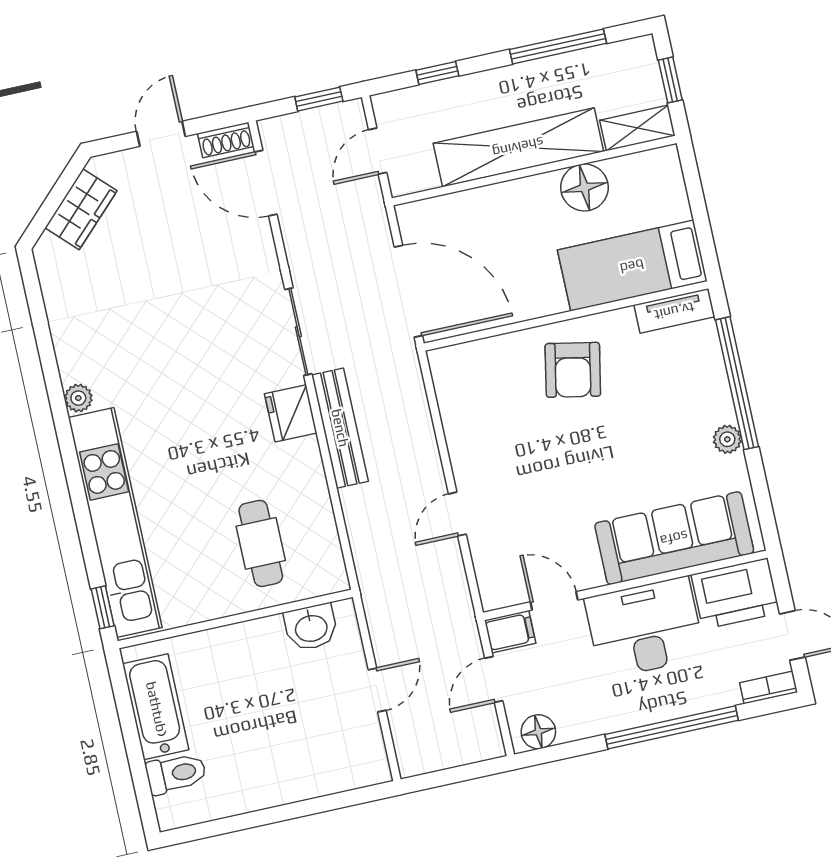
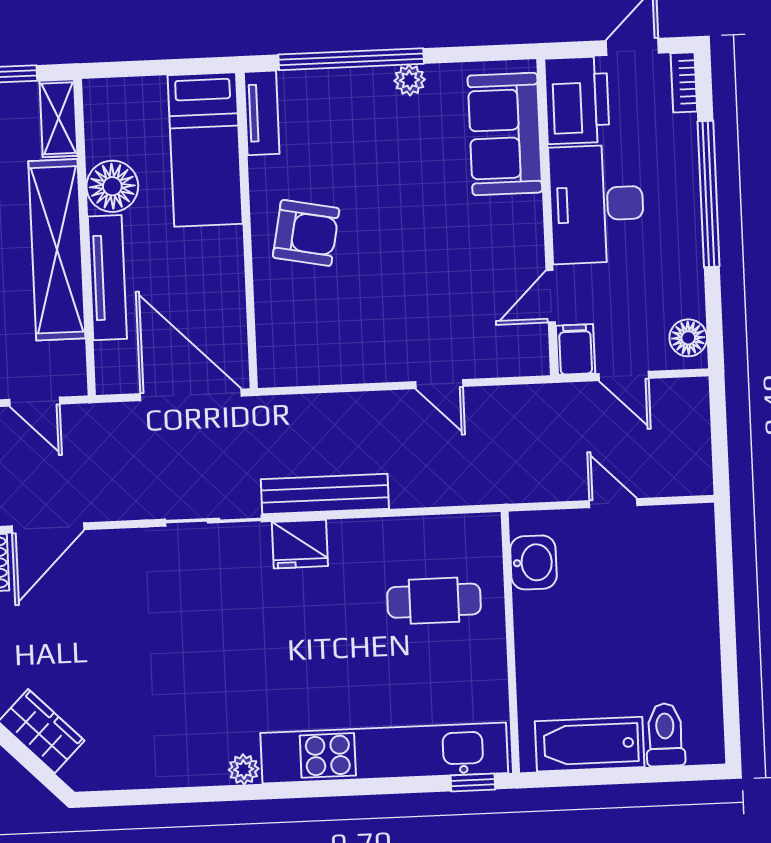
tv unit: (501, 197) -> (107, 278), added
door: (408, 291) -> (191, 395), hinge flipped
sofa: (674, 538) -> (505, 134), width x0.73

